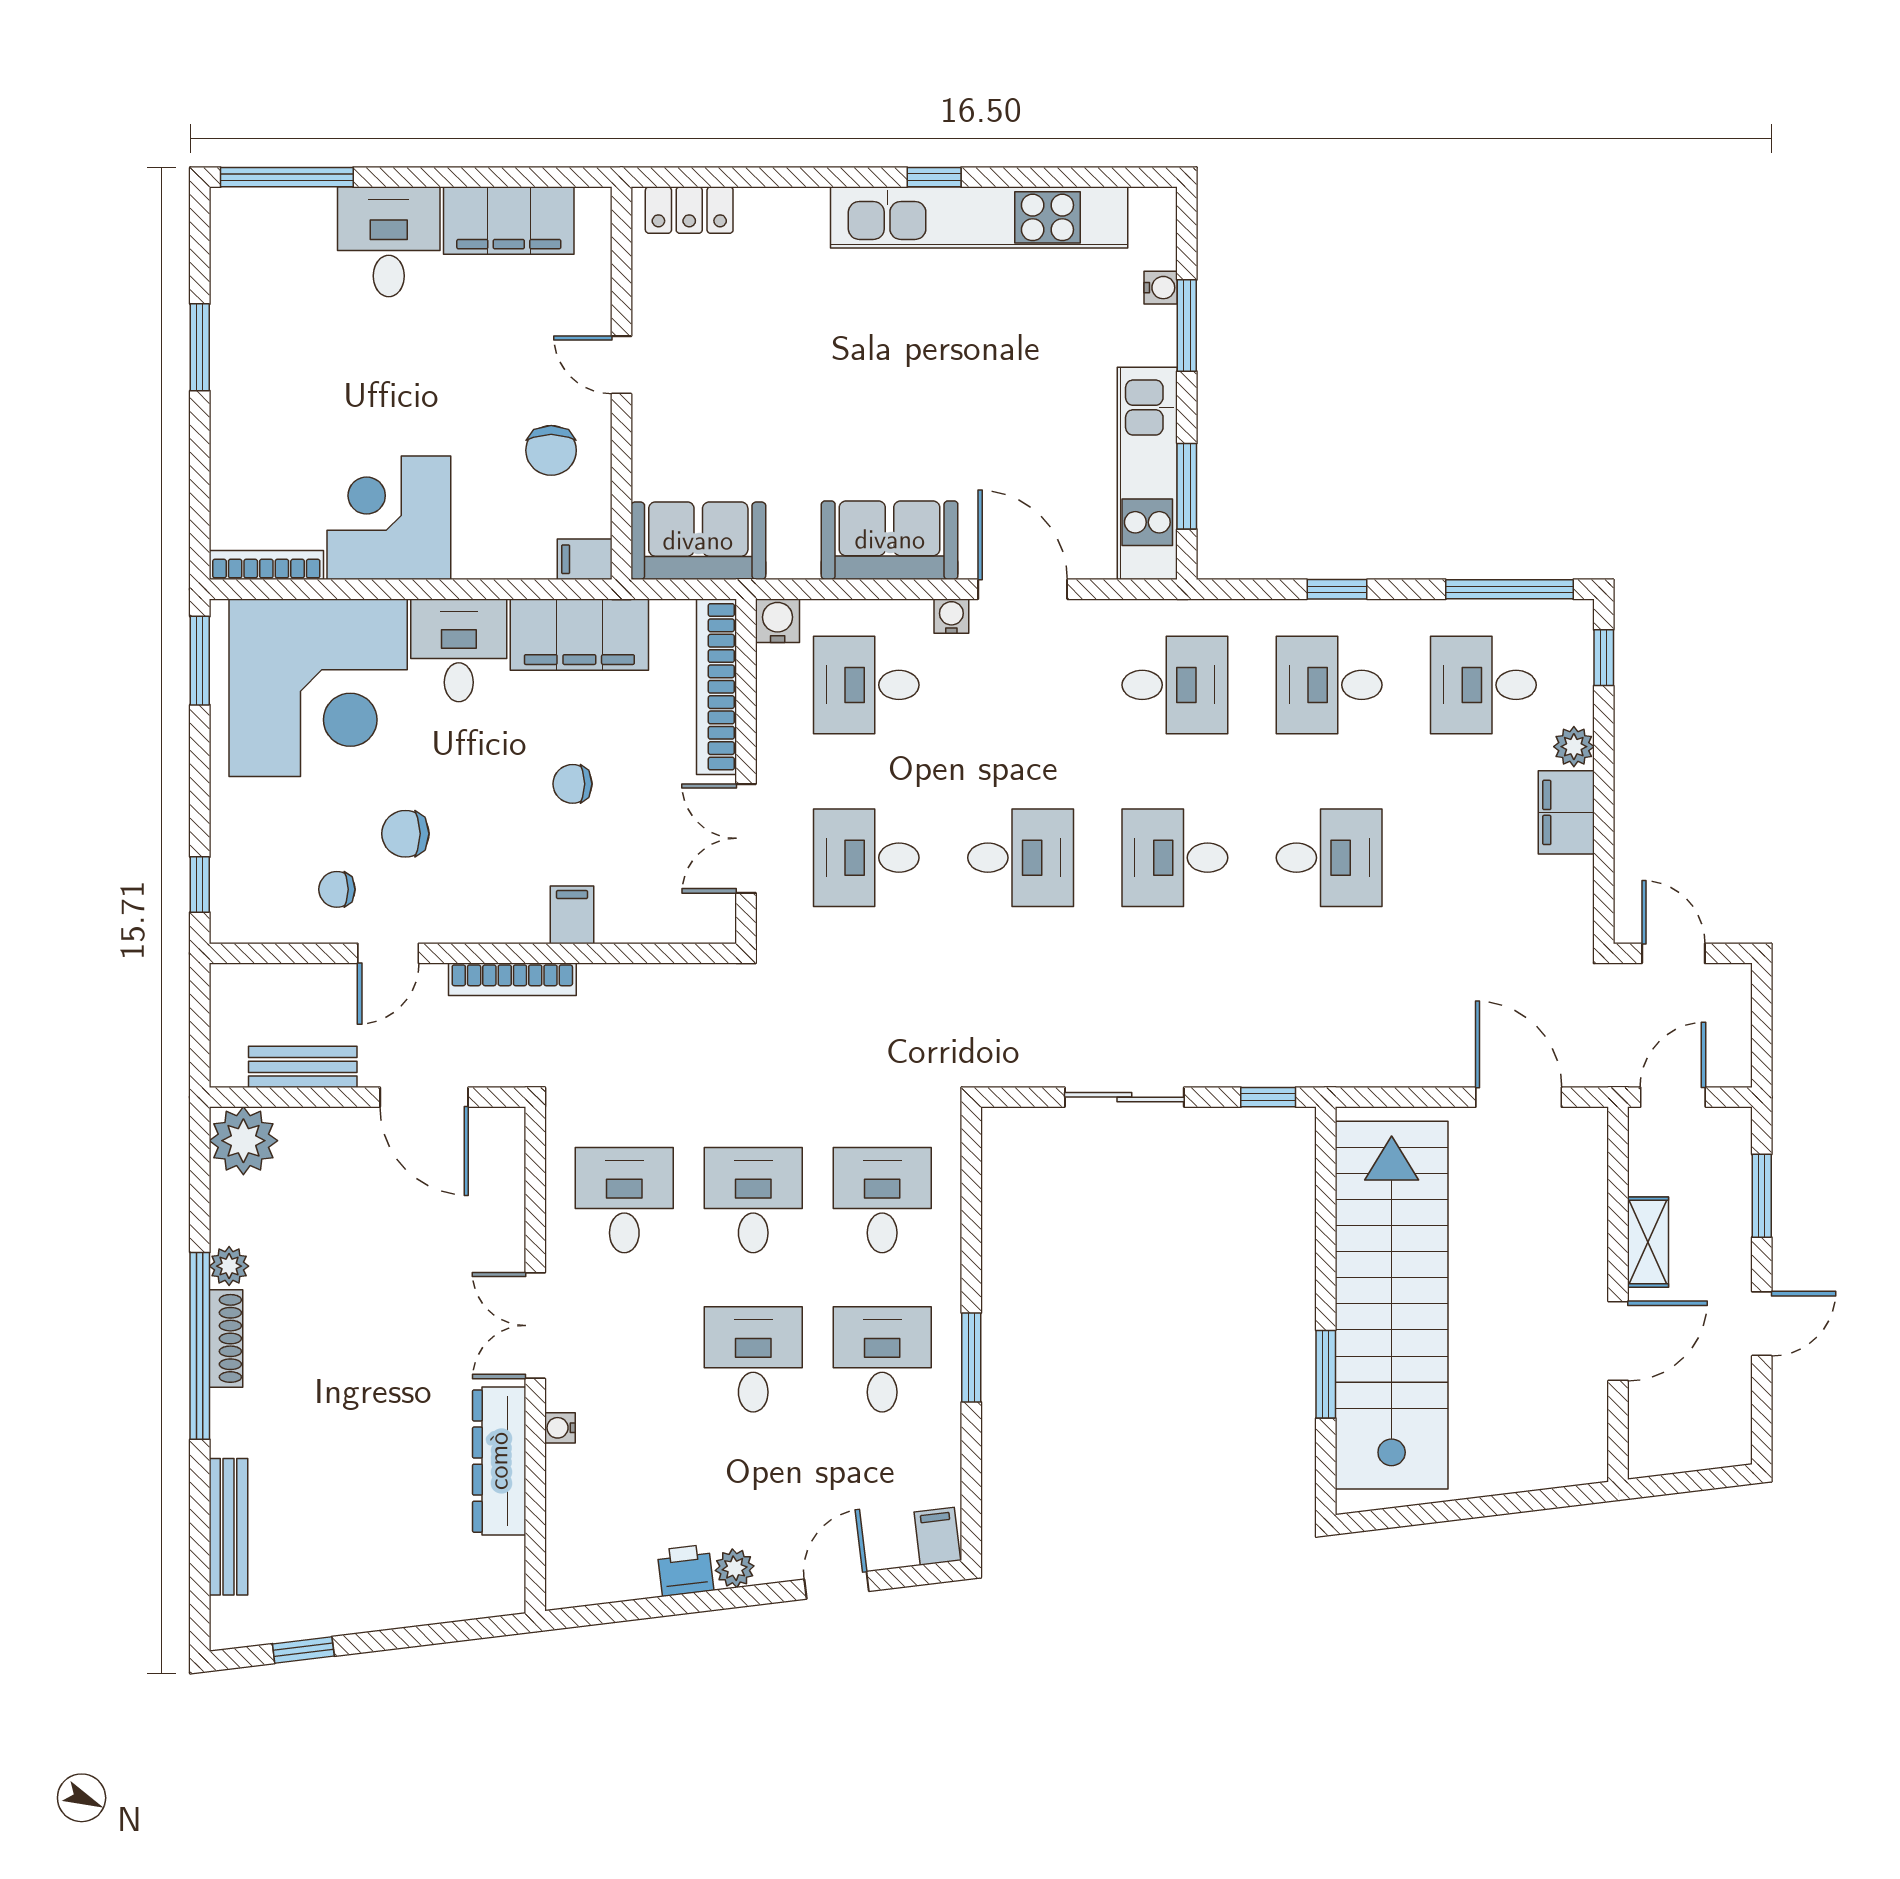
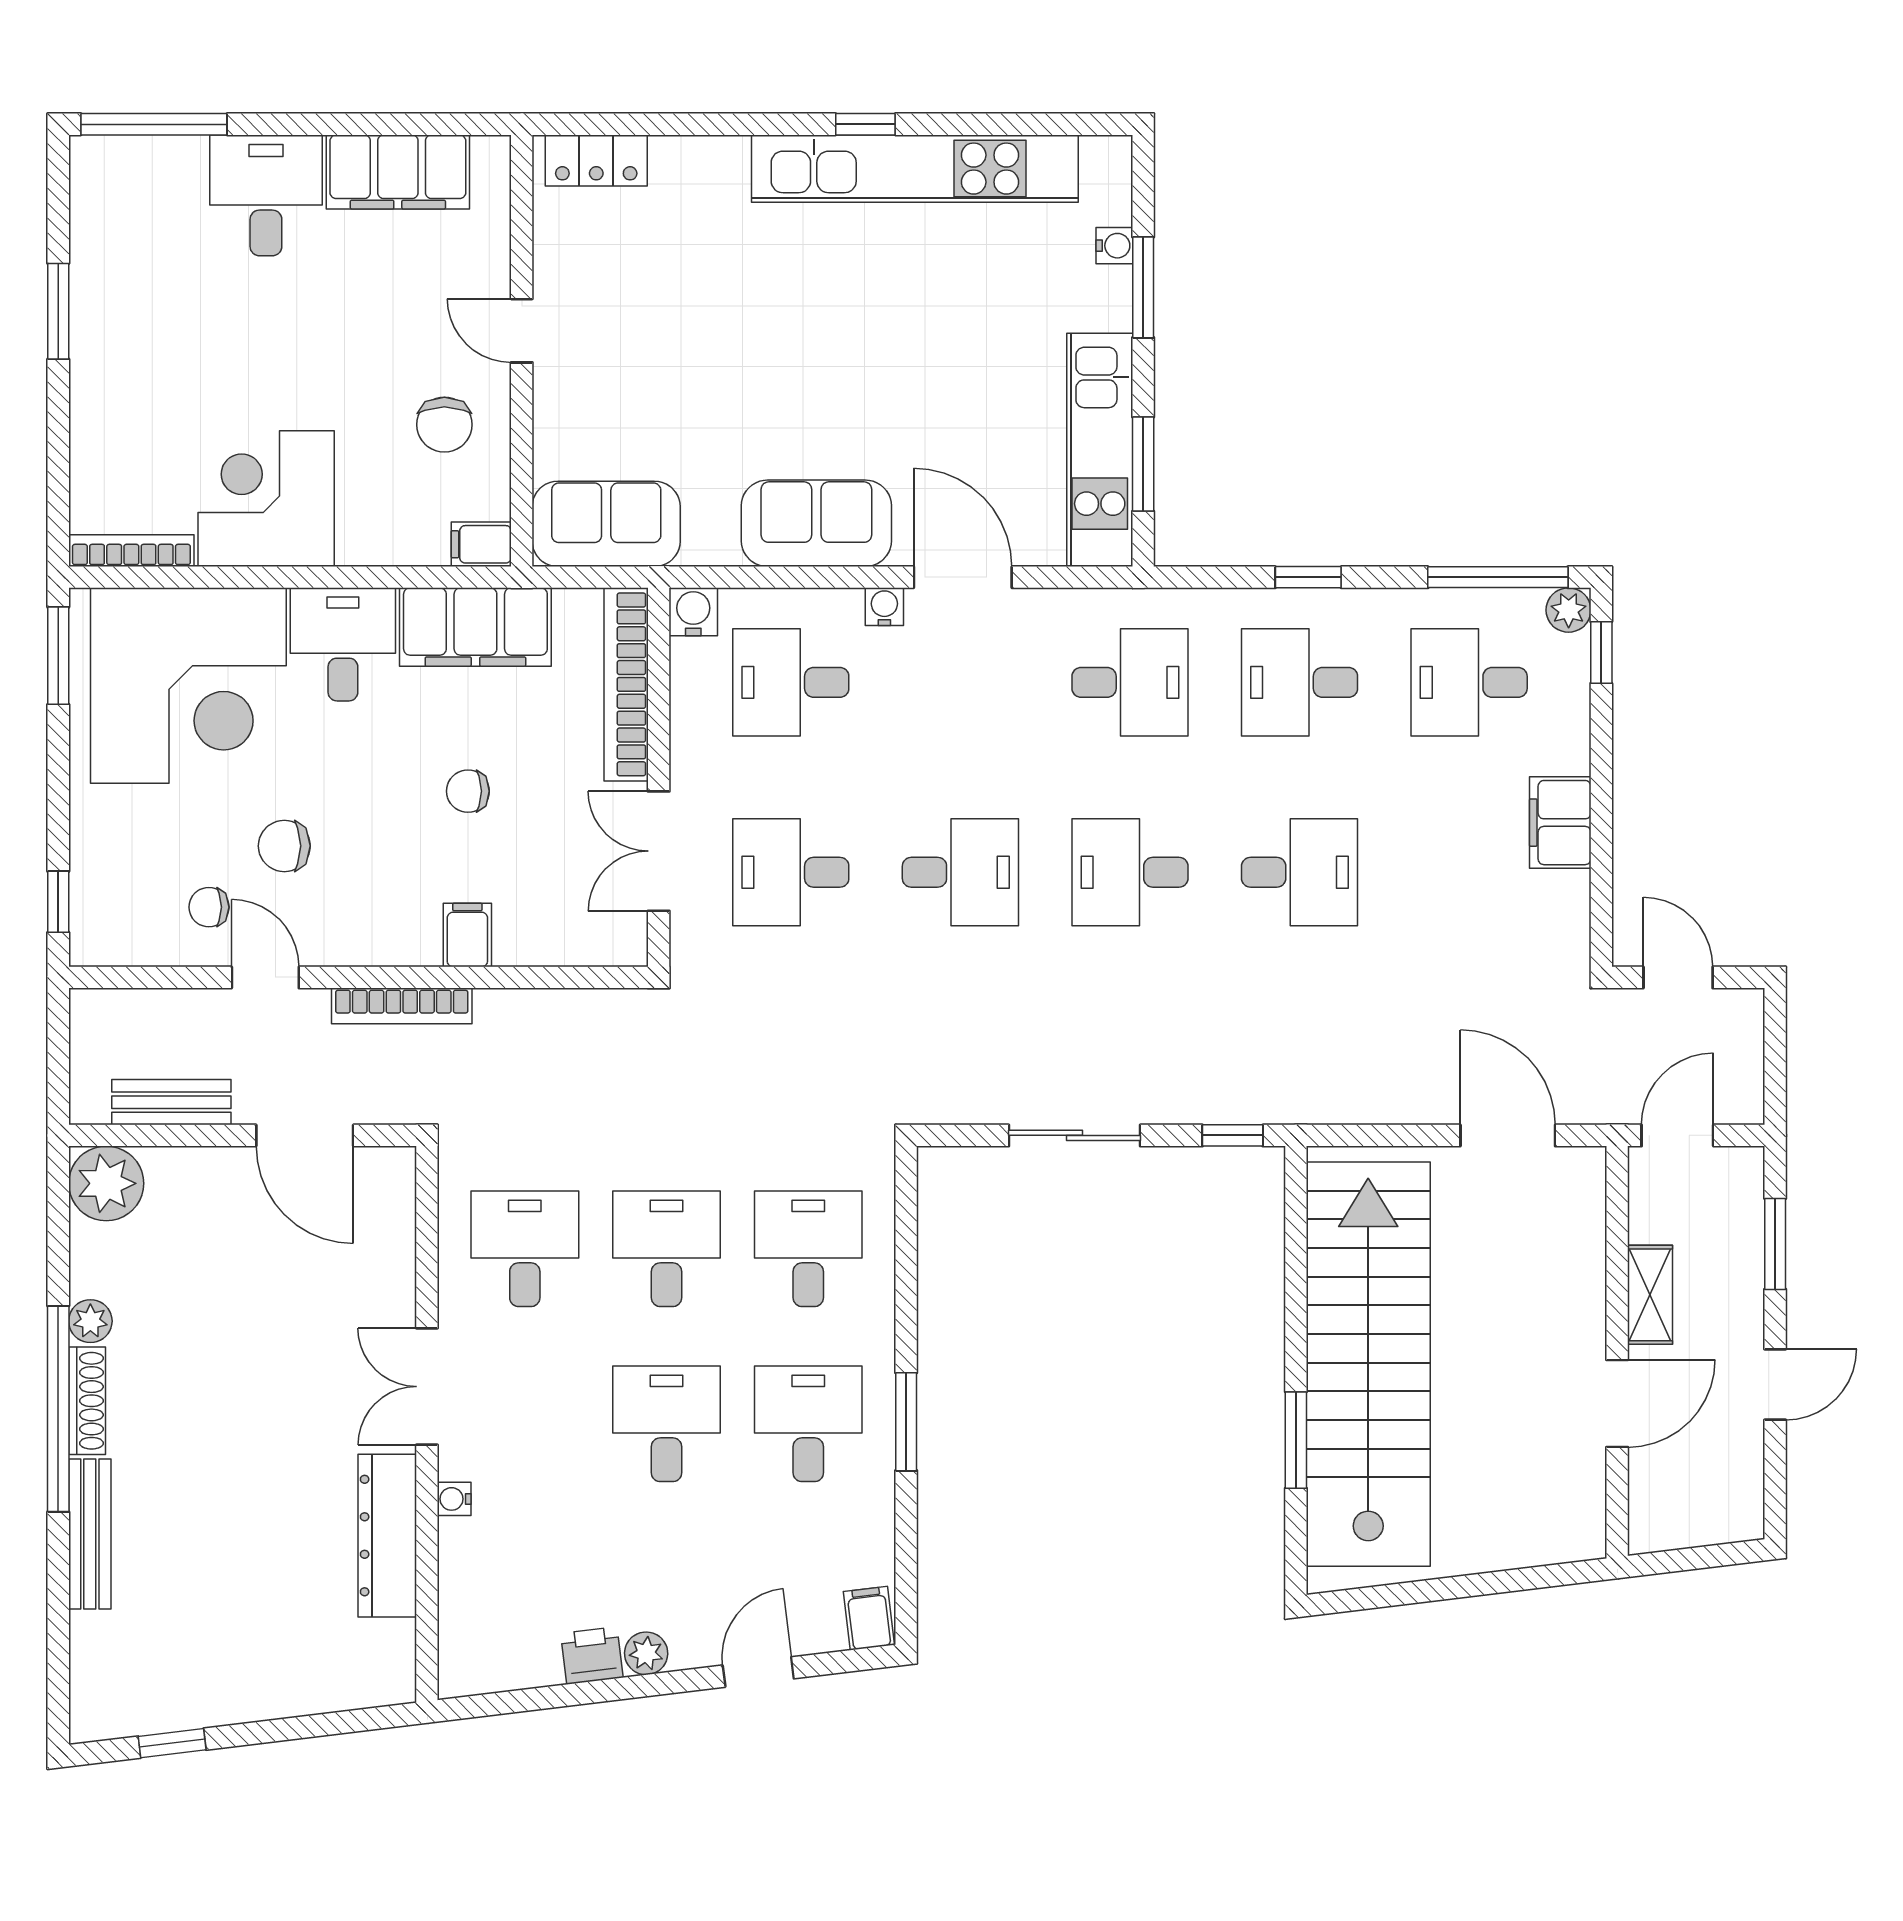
plant: (1574, 747) -> (1569, 610), moved
door: (388, 953) -> (265, 977), swing flipped
bench: (229, 1527) -> (90, 1534), moved

